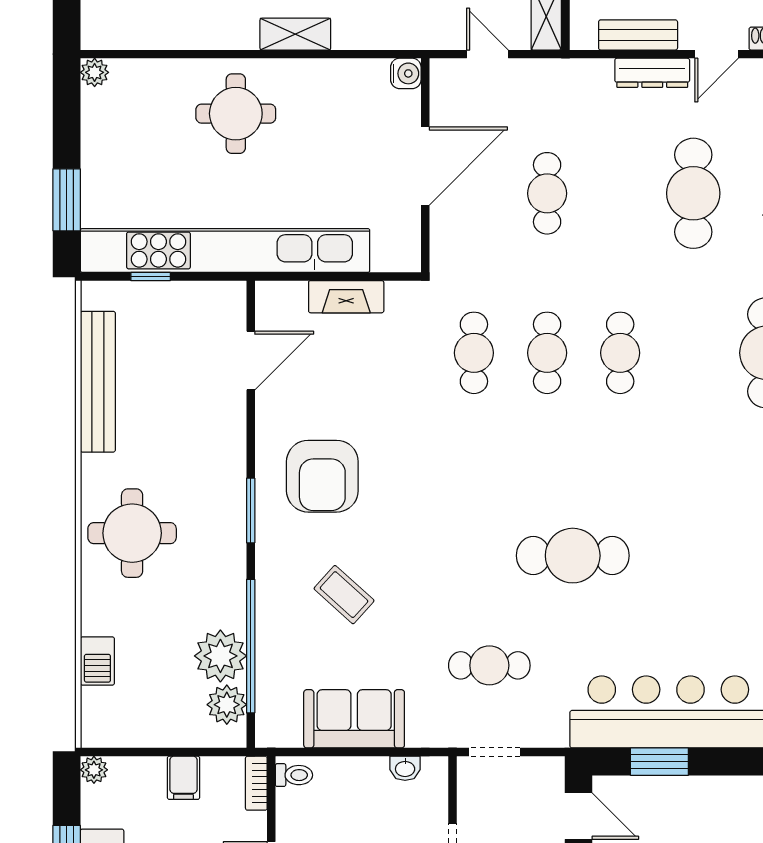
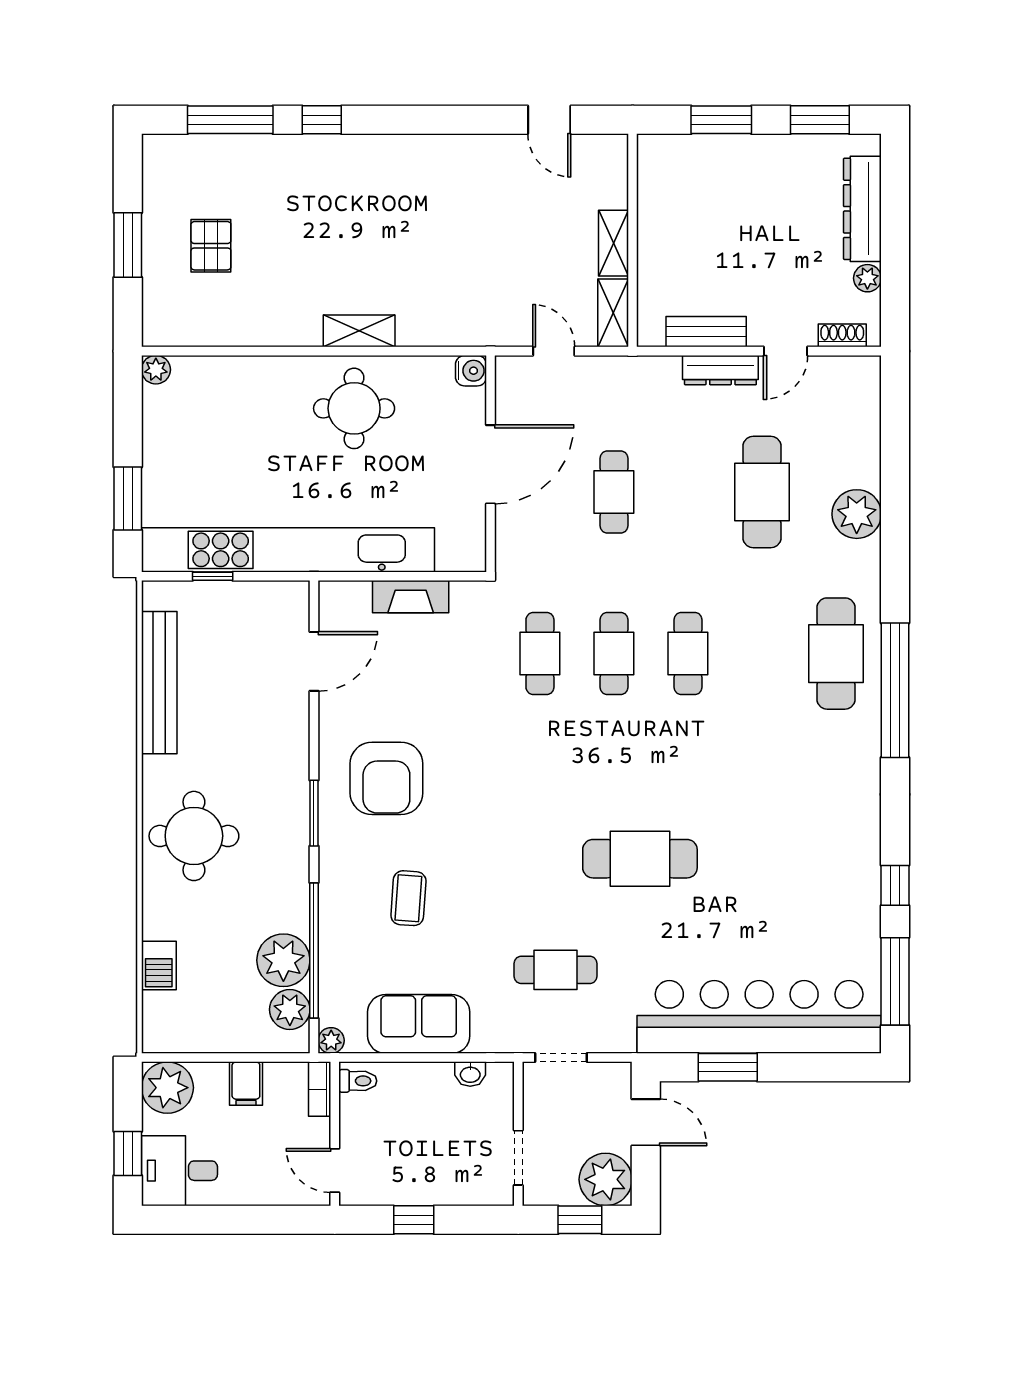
round table: (236, 114) -> (354, 408), moved
coffee table: (344, 595) -> (408, 898), turned 52
plant: (268, 735) -> (331, 1040), added
plant: (94, 770) -> (167, 1088), width x1.87, depth x1.87

